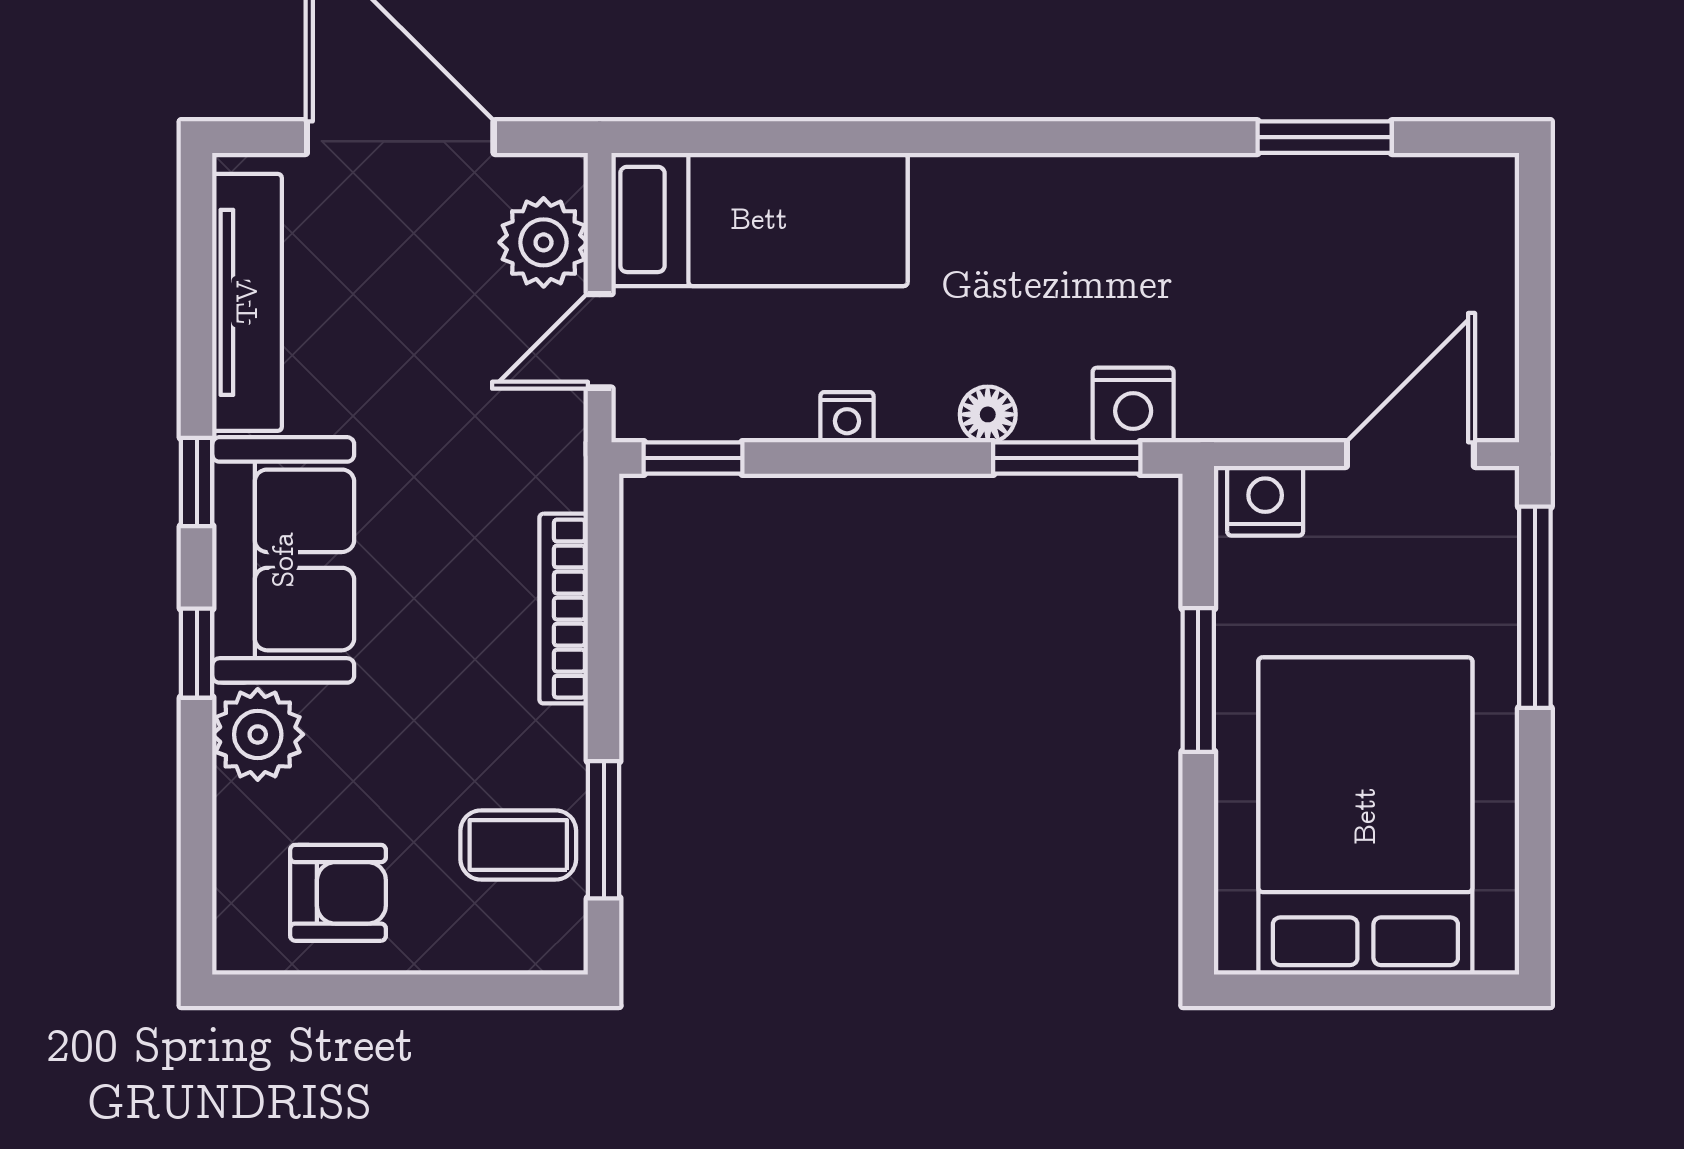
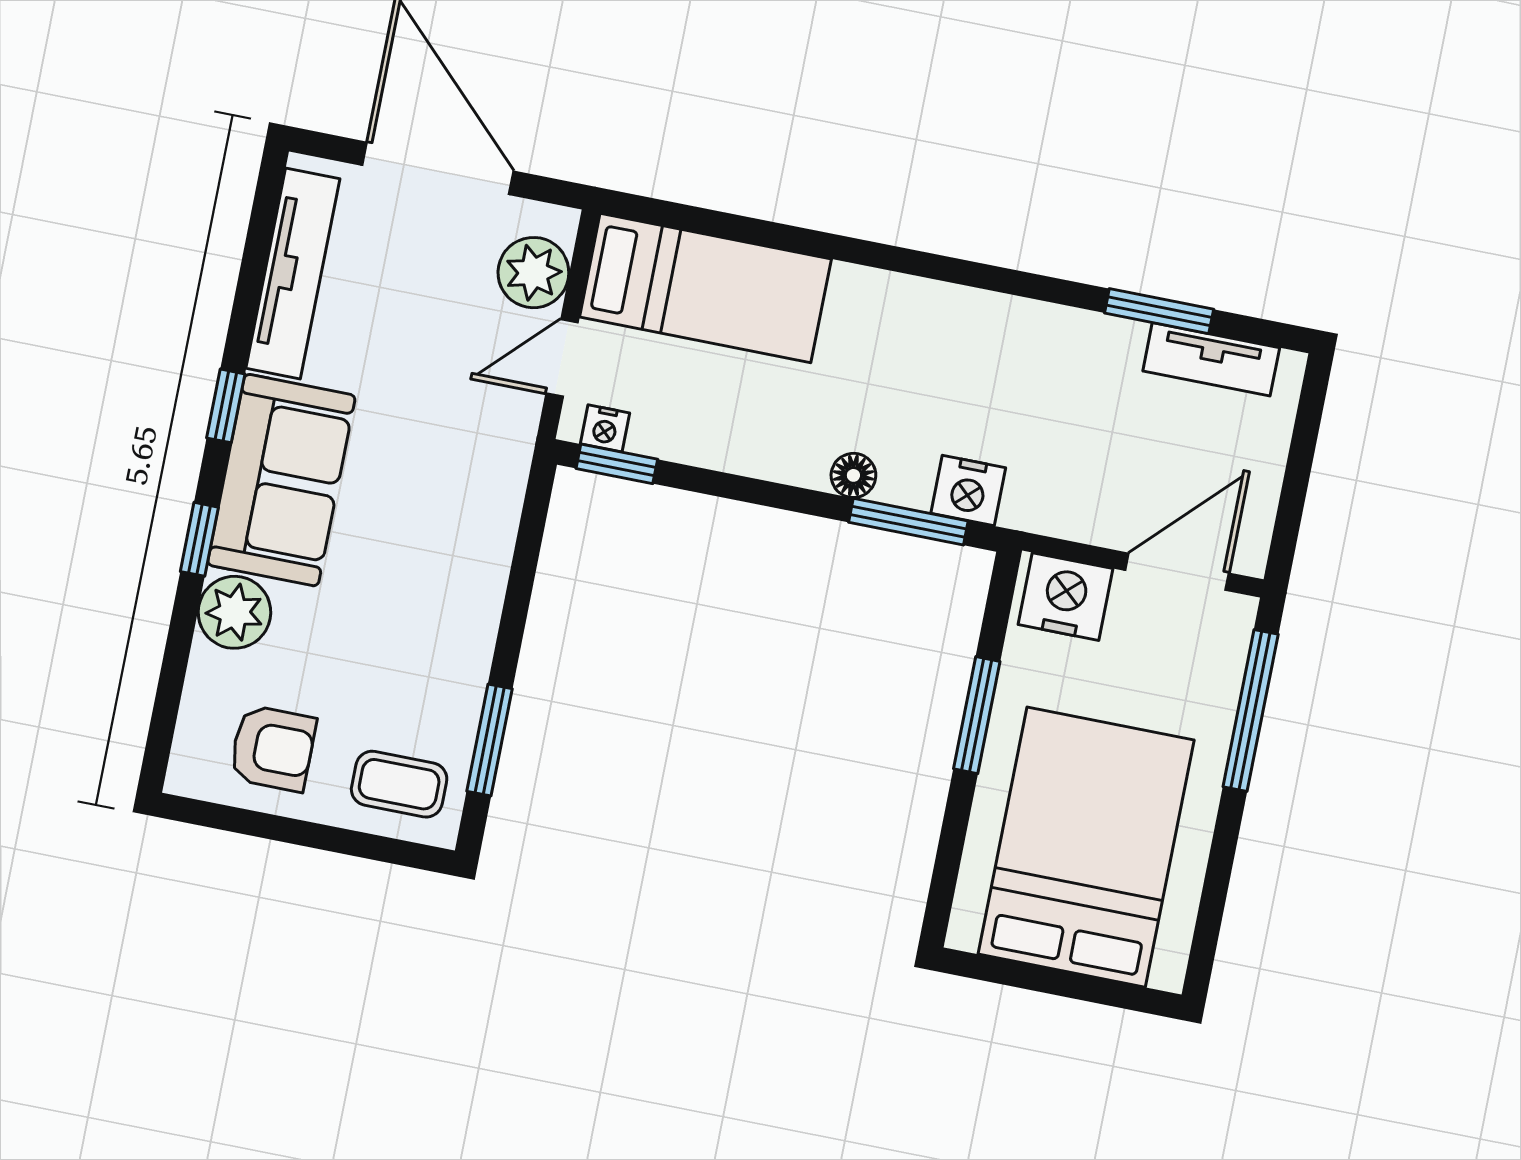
tv unit: (1401, 184) -> (1211, 359), added
nightstand: (847, 417) -> (605, 428), moved
nightstand: (1265, 501) -> (1065, 597), width x1.36, depth x1.33
bookcase: (564, 609) -> (493, 561), removed
coffee table: (518, 845) -> (399, 784), moved

